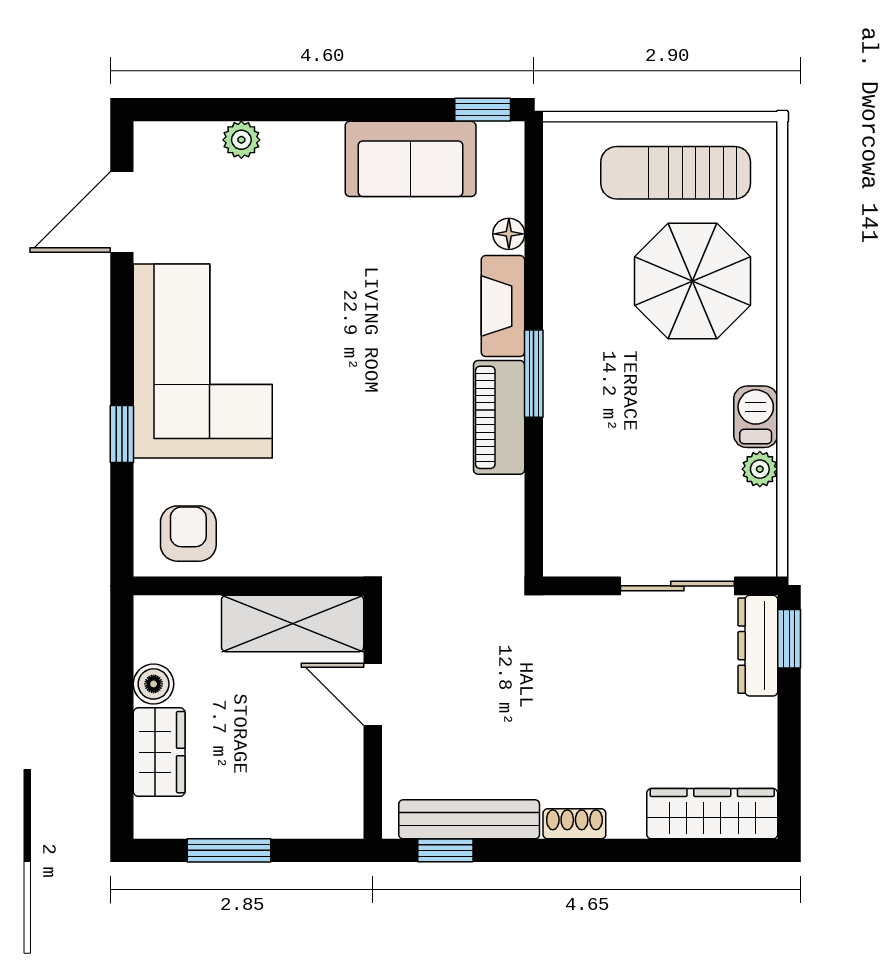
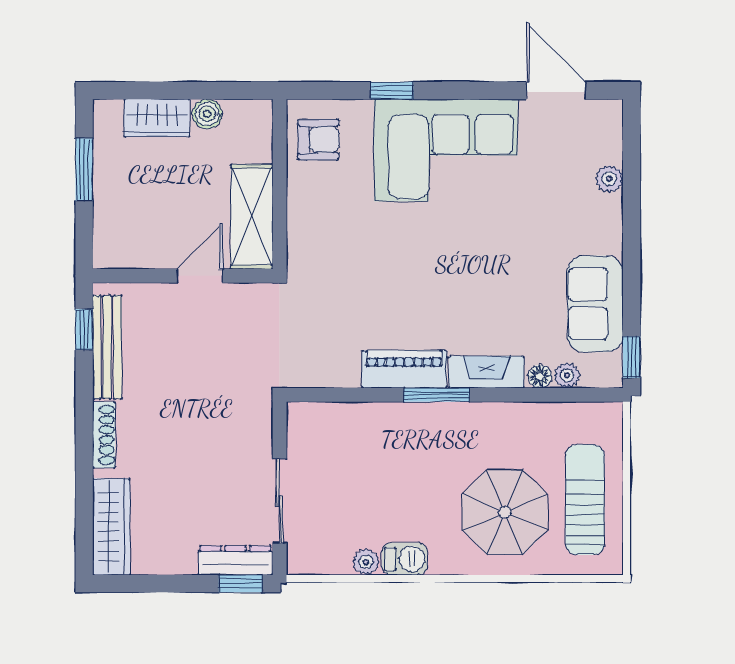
plant: (507, 197) -> (567, 375), added
shoe rack: (574, 824) -> (104, 435), width x1.43

